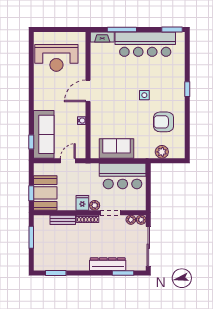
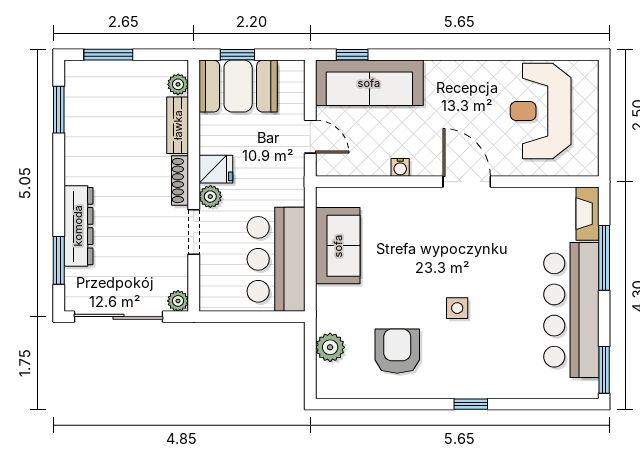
plant: (131, 220) -> (178, 84), moved
window: (31, 237) -> (108, 55), moved

